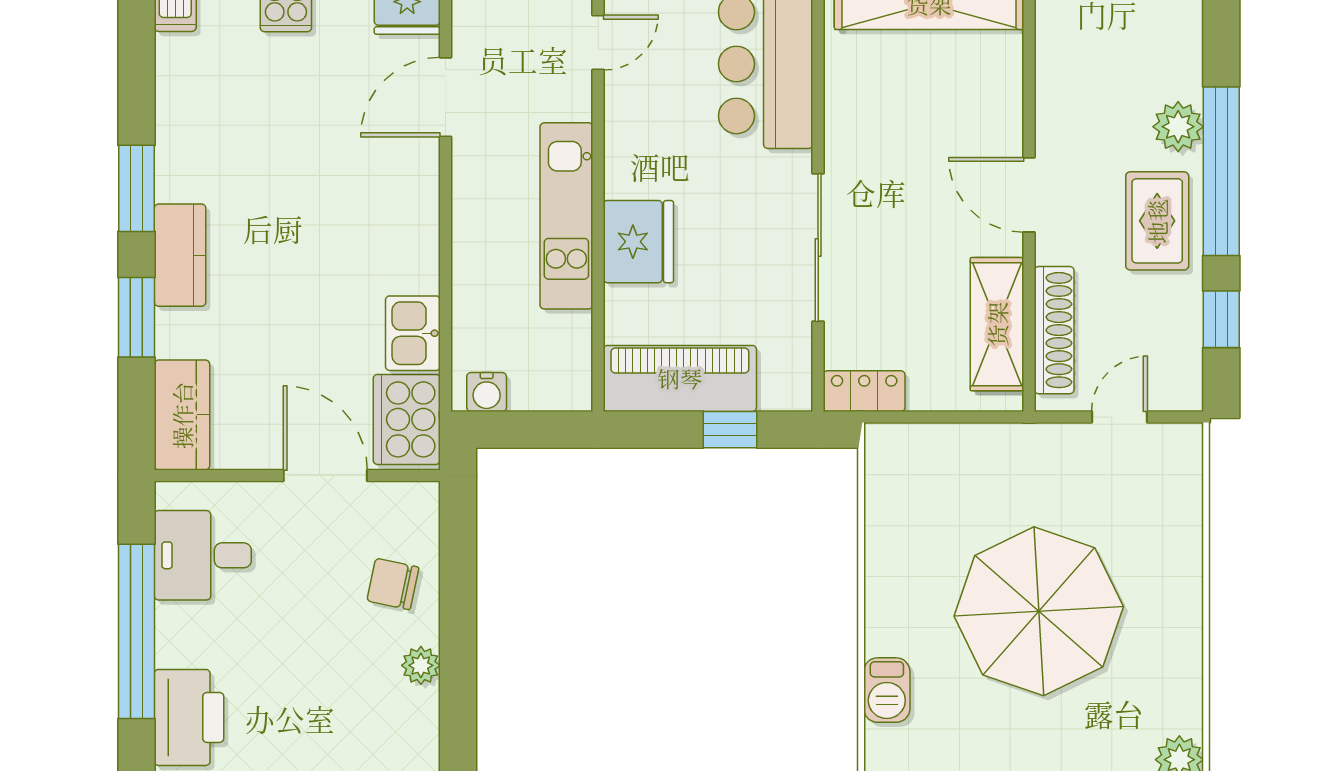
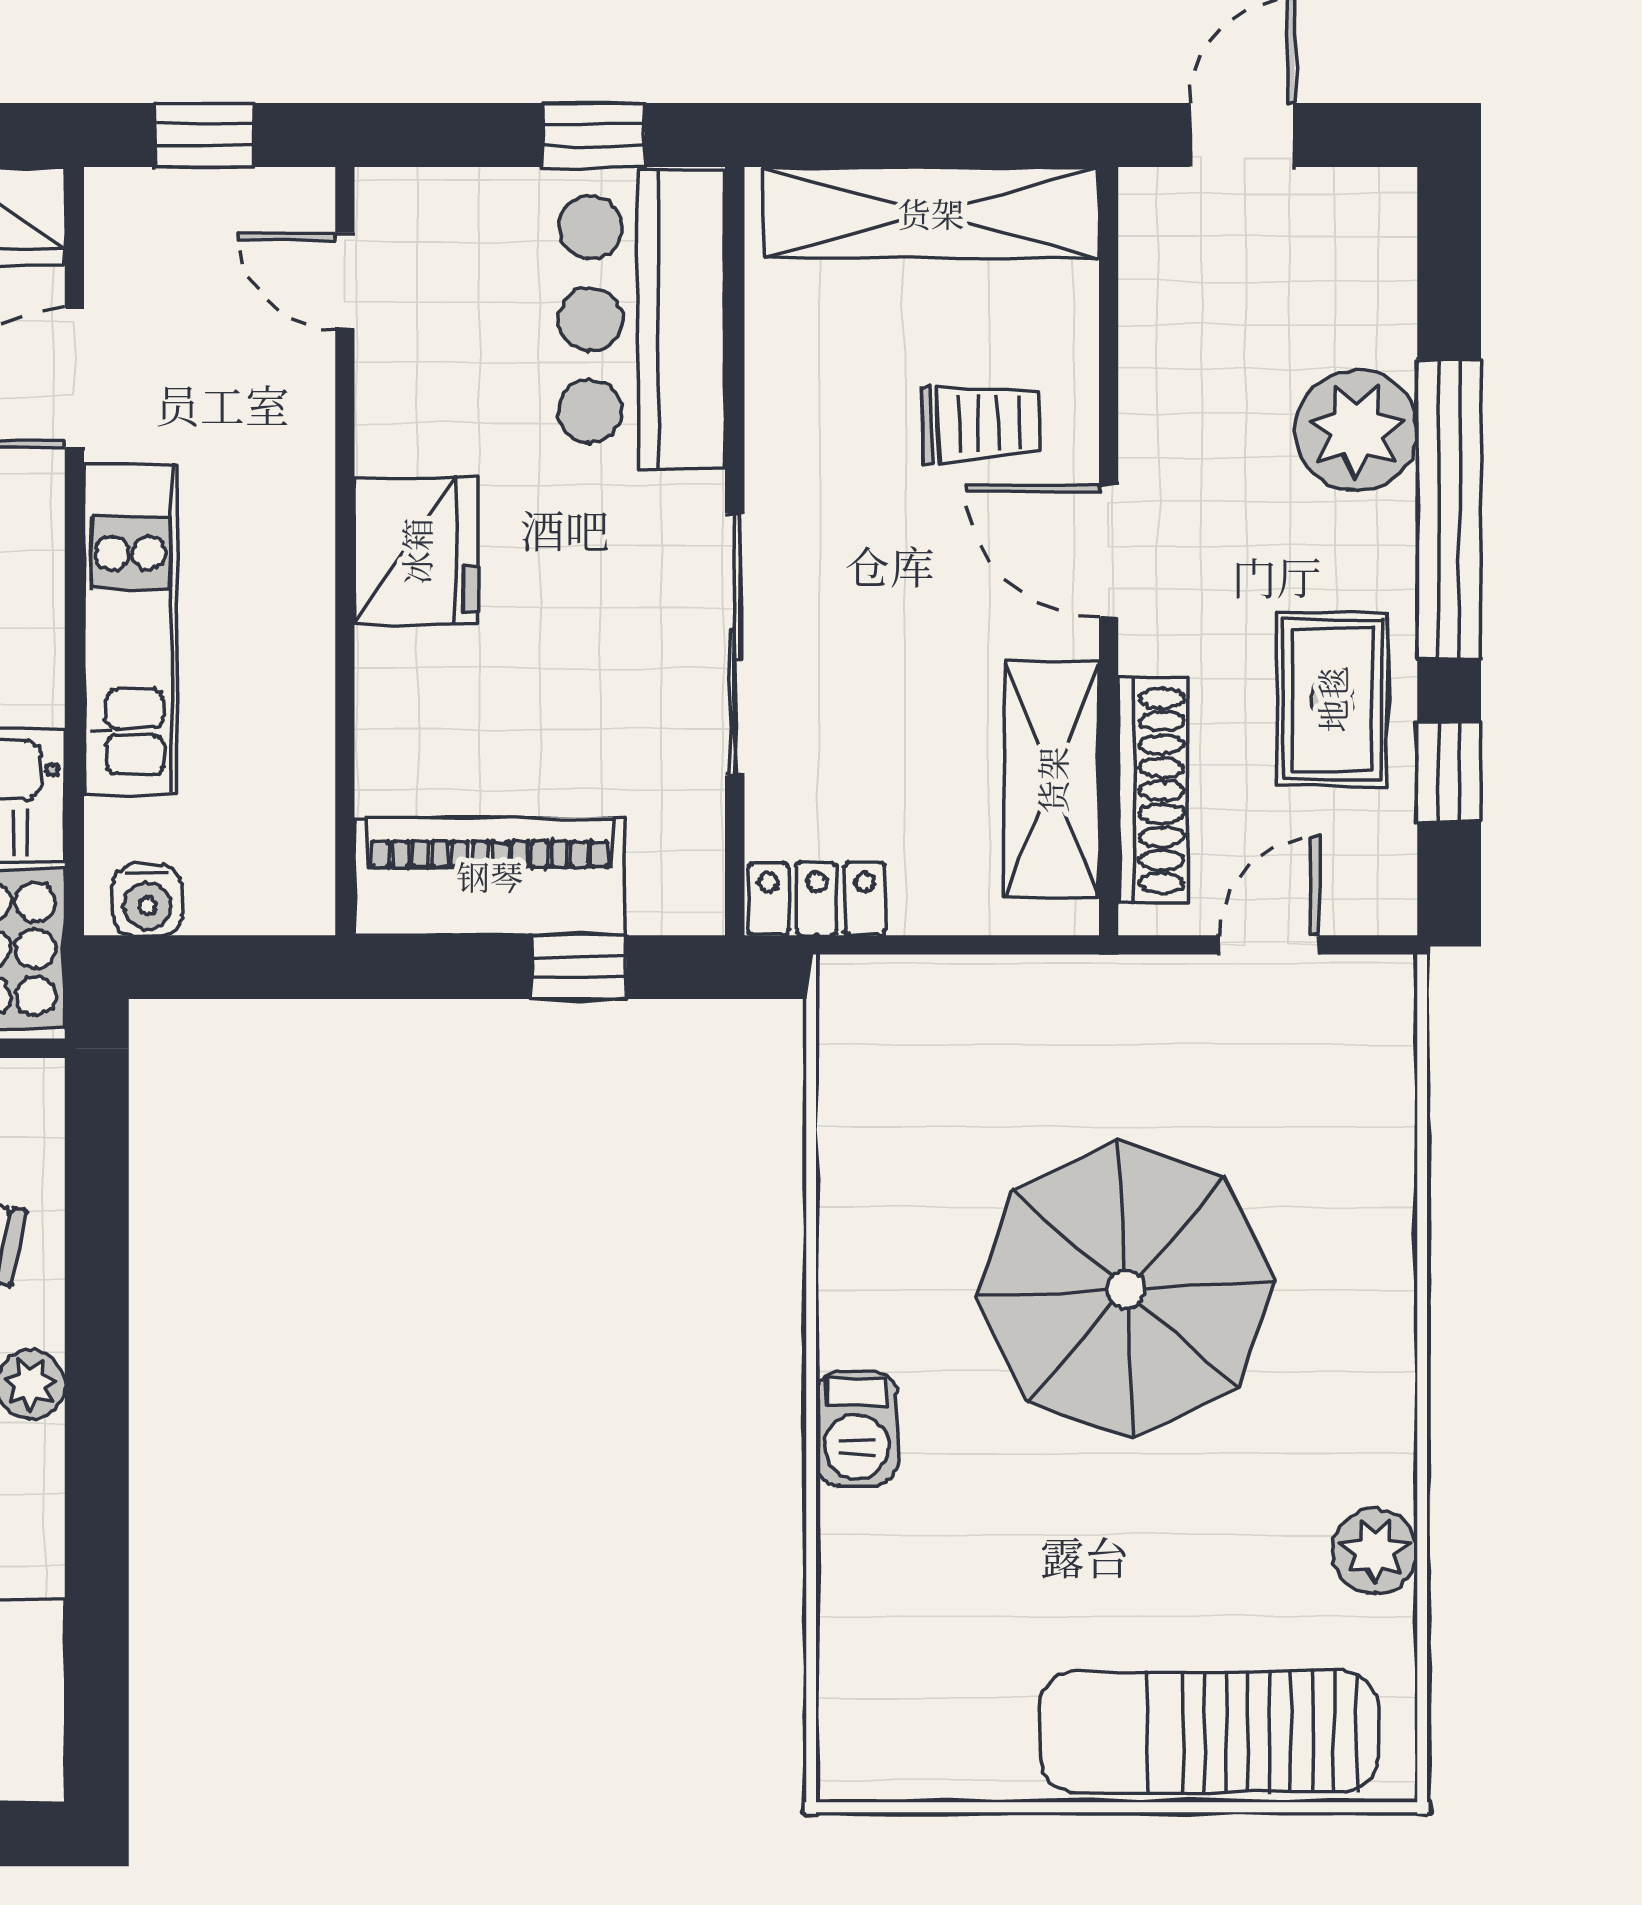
door: (598, 43) -> (345, 281), swing flipped
trolley: (957, 123) -> (980, 423), added
plant: (1178, 127) -> (1356, 430), width x1.36, depth x1.36
kitchen unit: (566, 216) -> (131, 629), moved, turned 180
rug: (1157, 221) -> (1332, 699), moved
fridge: (638, 242) -> (416, 551), moved

